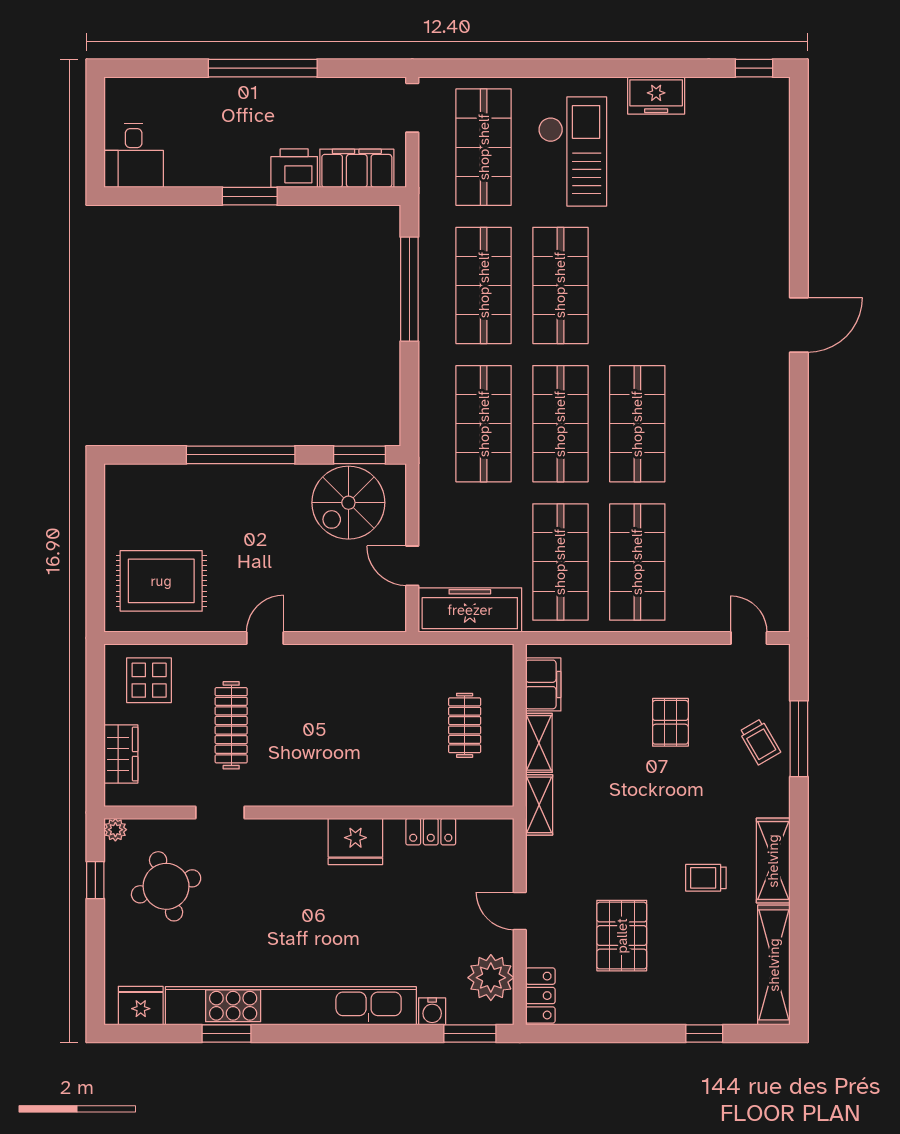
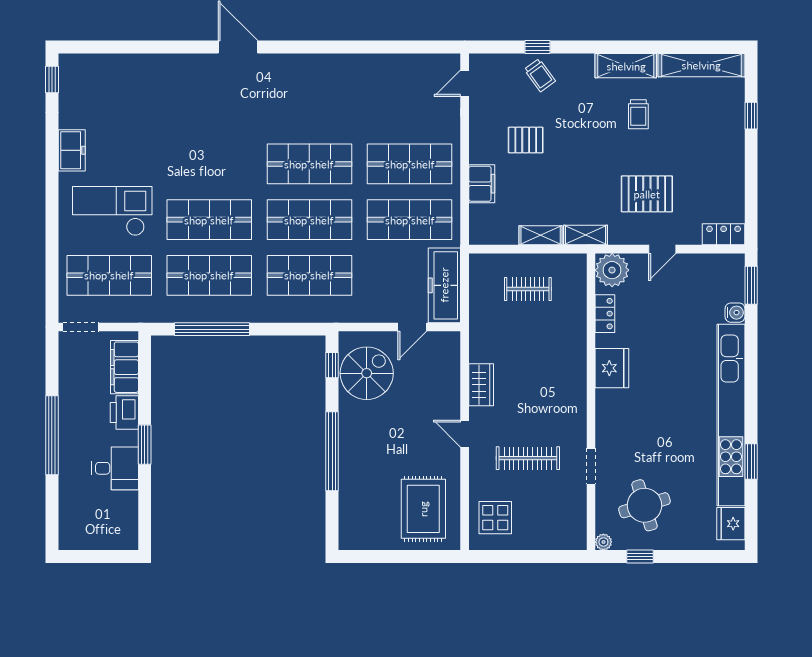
desk: (134, 155) -> (115, 468), moved
window: (360, 455) -> (332, 365), width x0.67
spiral stairs: (348, 503) -> (367, 373), turned -90
filing cabinet: (543, 684) -> (482, 184), moved, turned 90
window: (799, 739) -> (538, 47), width x0.46
trolley: (760, 742) -> (540, 75), turned 84
wardrobe: (121, 754) -> (481, 385), moved, turned 90
pallet: (622, 936) -> (647, 194), moved
plant: (491, 978) -> (612, 270), moved

